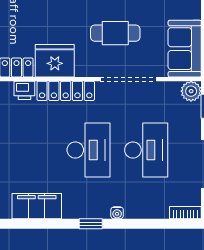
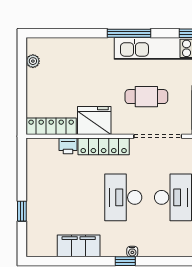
desk: (89, 150) -> (123, 197), turned 180
water cooler: (117, 213) -> (132, 252), moved

